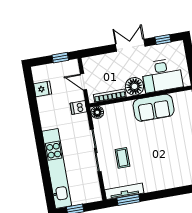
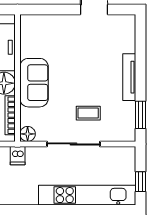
sofa: (154, 108) -> (34, 83), moved
tv unit: (124, 191) -> (129, 77), moved

